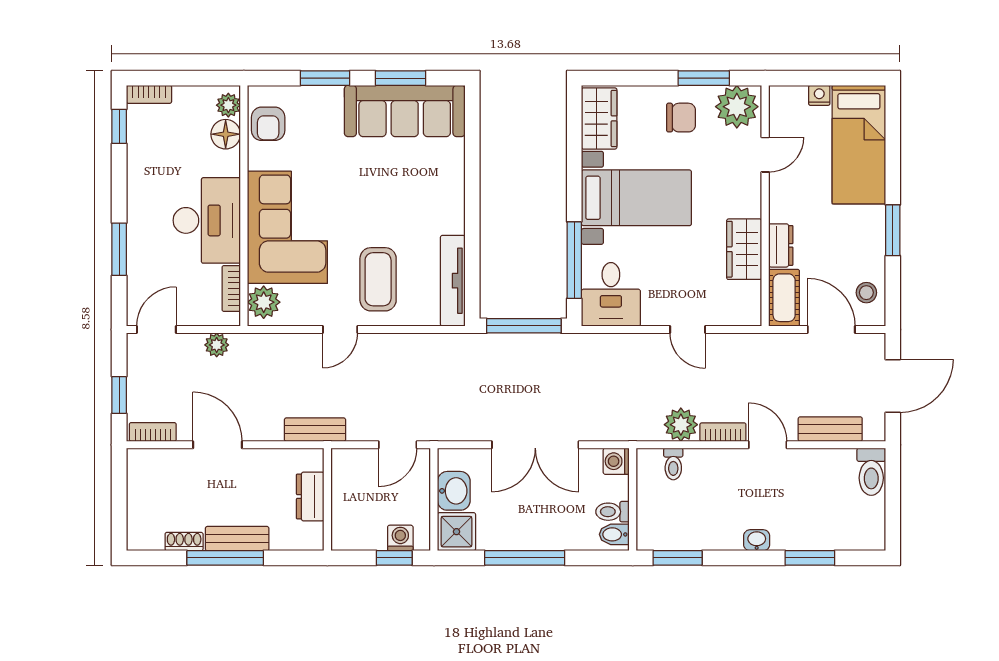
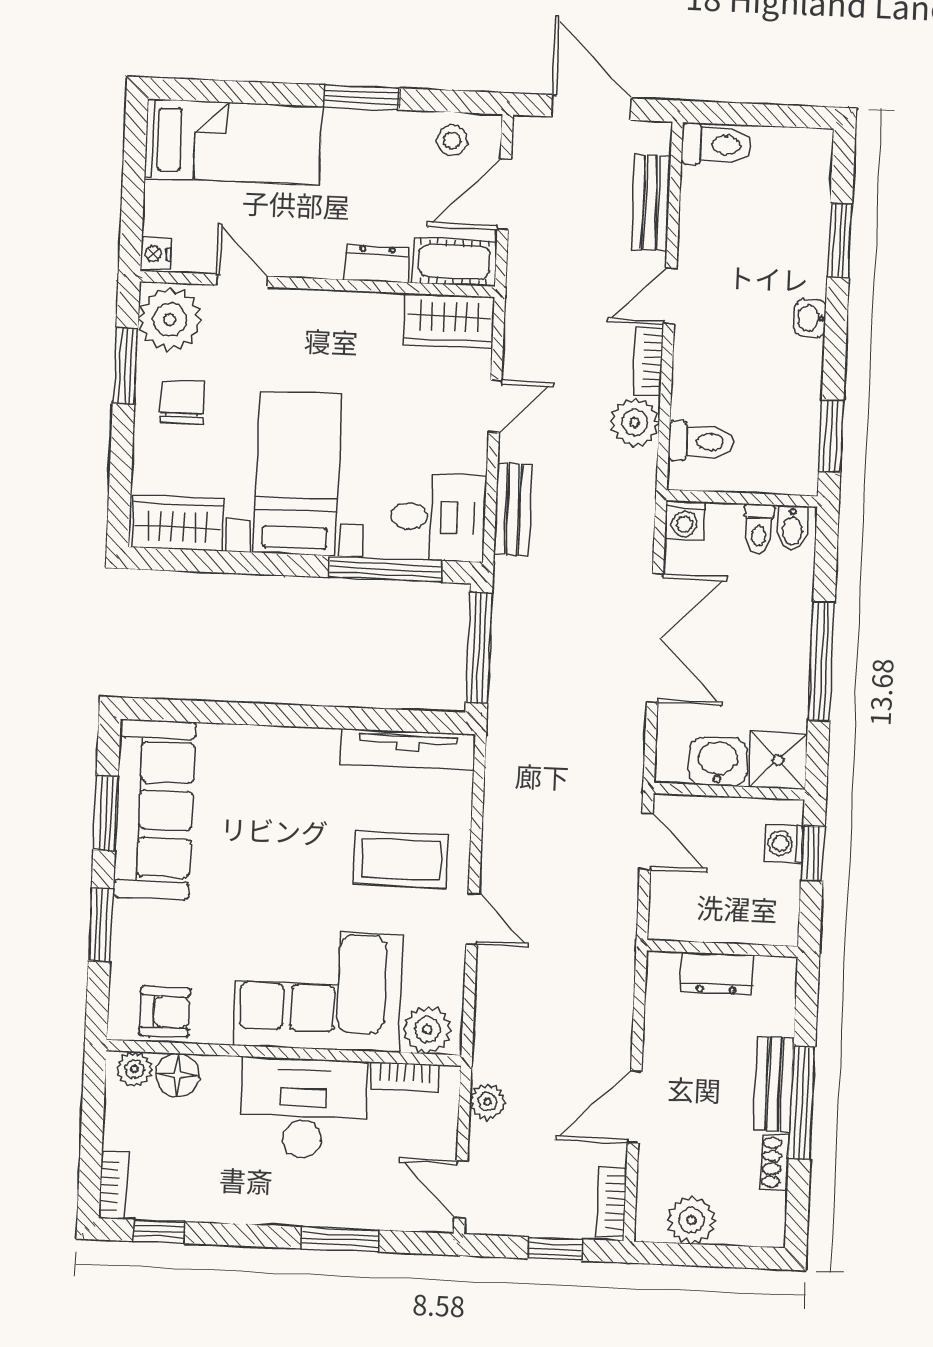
nightstand: (819, 95) -> (156, 254), moved
wardrobe: (744, 249) -> (449, 321), moved
bench: (315, 430) -> (513, 509), moved
toilet: (673, 464) -> (701, 442), width x1.37, depth x1.39
plant: (142, 487) -> (691, 1220), added

